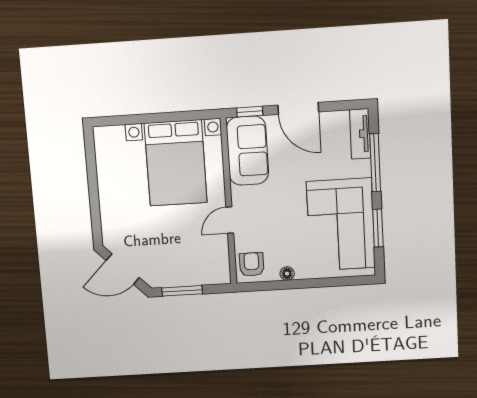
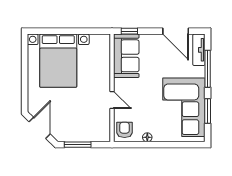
door: (298, 109) -> (176, 31), moved
bed with nightstands: (176, 163) -> (58, 61), moved
door: (230, 220) -> (112, 100), swing flipped
door: (123, 269) -> (40, 128), swing flipped

